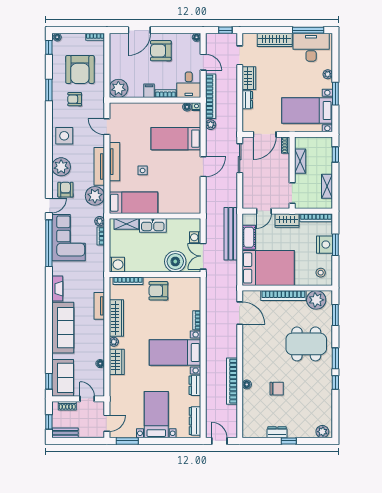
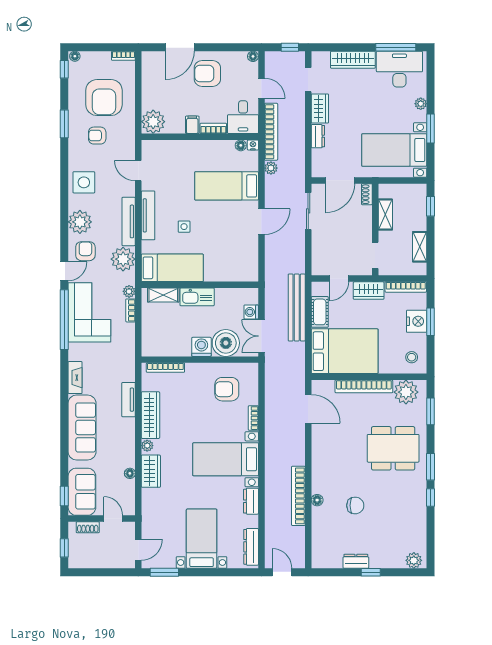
washing machine: (117, 265) -> (201, 347), moved, turned -90
armchair: (158, 291) -> (227, 389), moved
bench: (65, 433) -> (85, 562), removed

